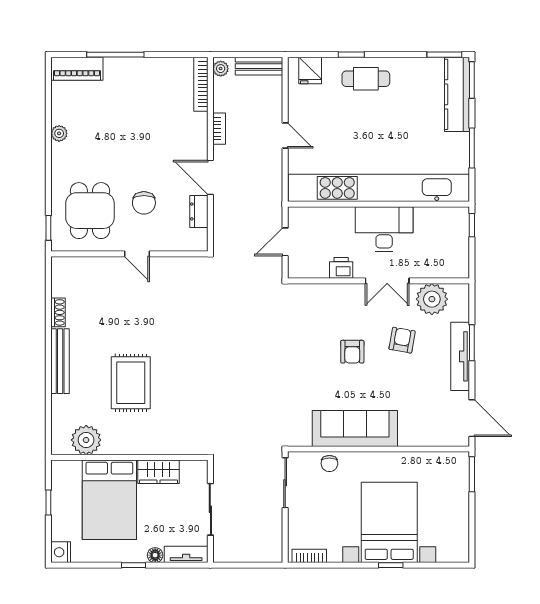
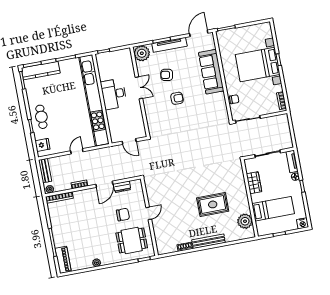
printer: (341, 268) -> (137, 112), removed
plant: (432, 299) -> (142, 53), moved
sofa: (355, 428) -> (211, 72), moved
bed: (109, 500) -> (273, 209), width x0.67

